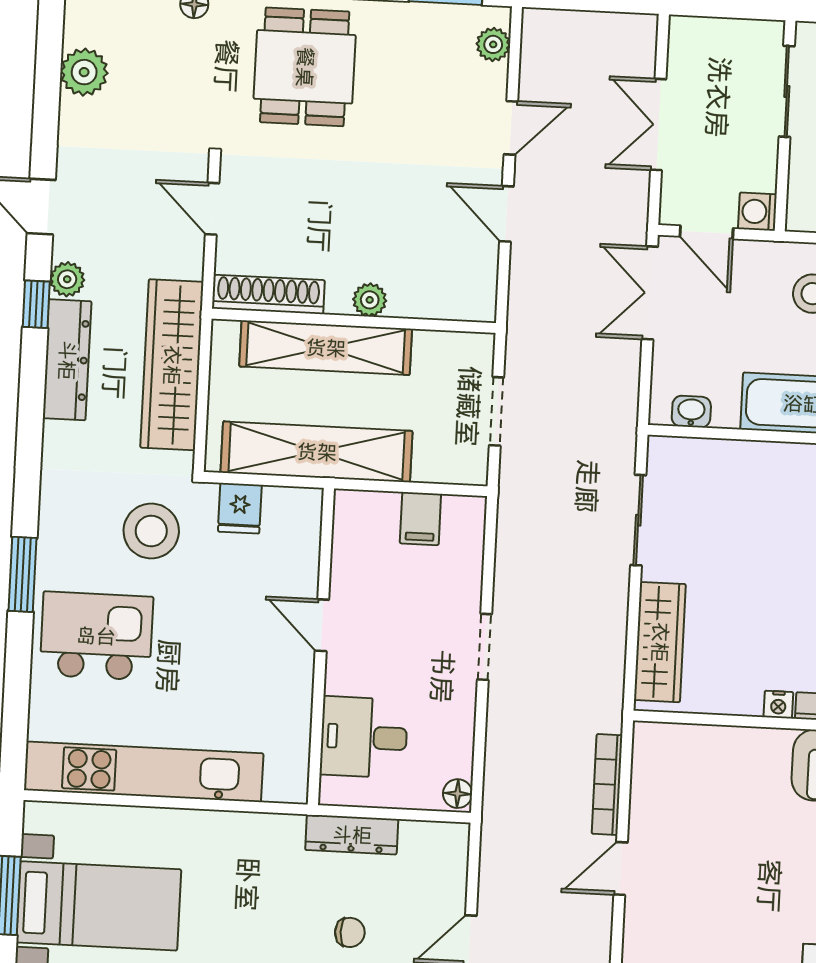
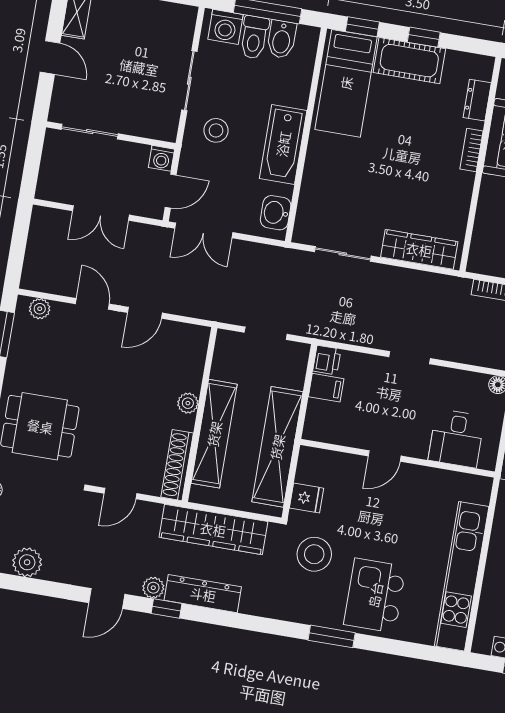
washbasin: (691, 412) -> (276, 213), width x1.38, depth x1.45
printer: (465, 515) -> (327, 360), added
nightstand: (778, 705) -> (466, 181), removed

